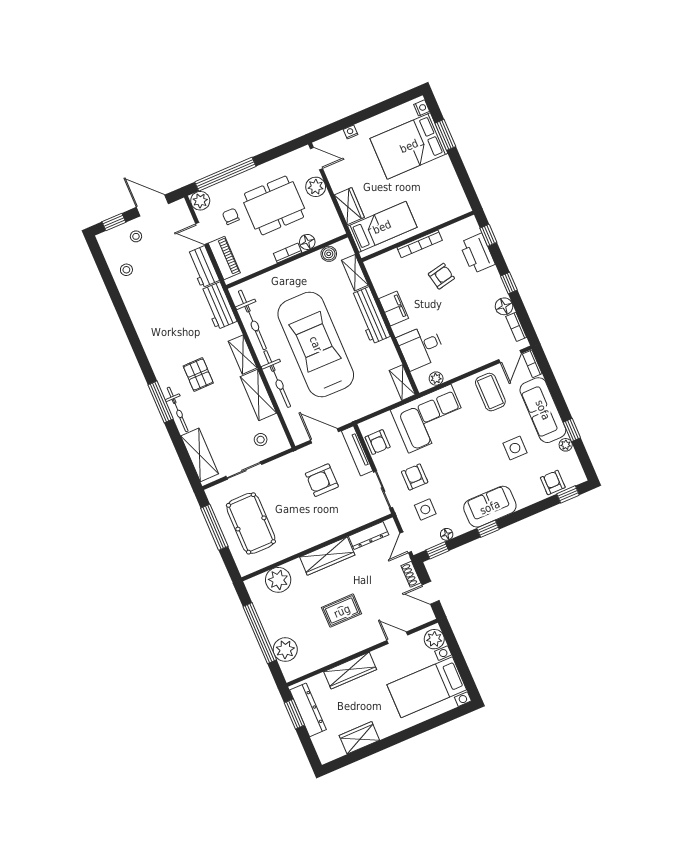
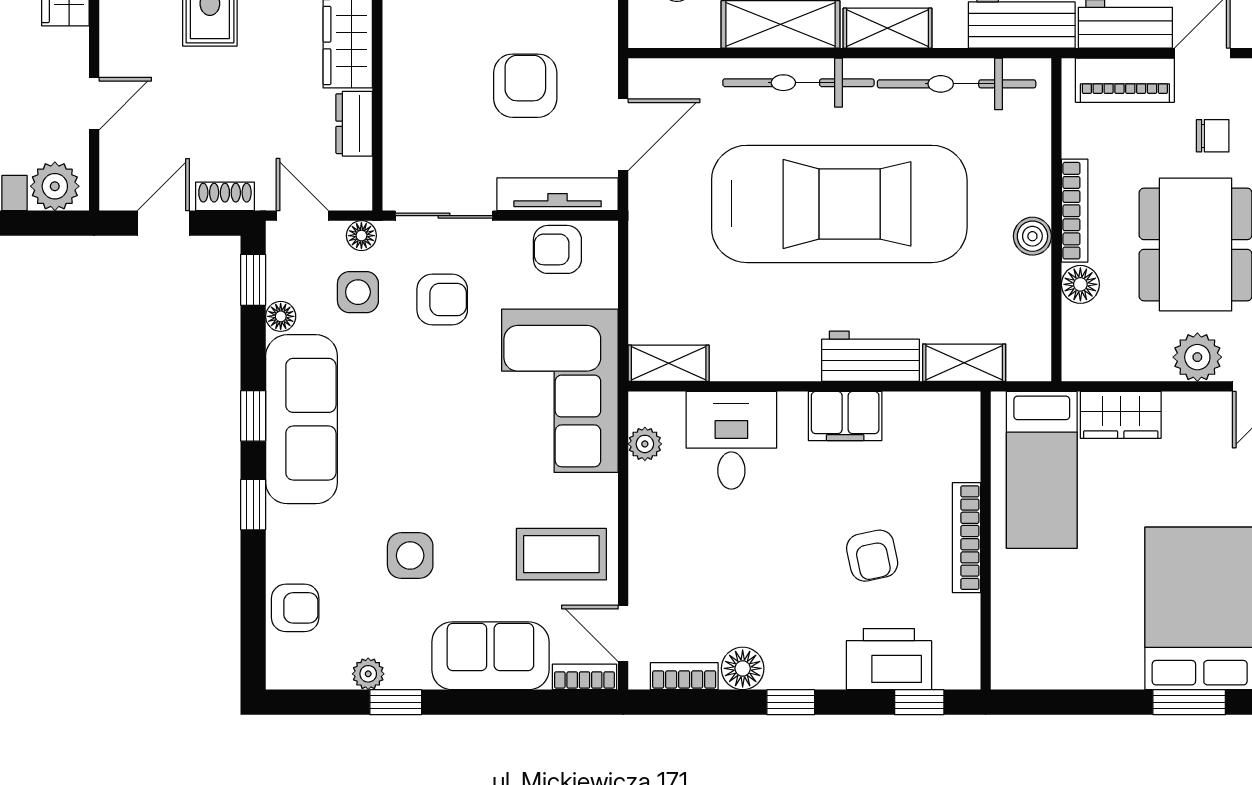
bookcase: (288, 253) -> (1075, 211), width x1.56
boiler: (329, 254) -> (1032, 236), moved
workbench: (370, 315) -> (870, 356), width x0.73
sofa: (543, 410) -> (490, 656), width x0.73
window: (568, 494) -> (253, 505), moved
sofa: (490, 507) -> (302, 419), width x1.36
floor lamp: (404, 517) -> (361, 236), added
dresser: (369, 536) -> (354, 124), width x0.70

